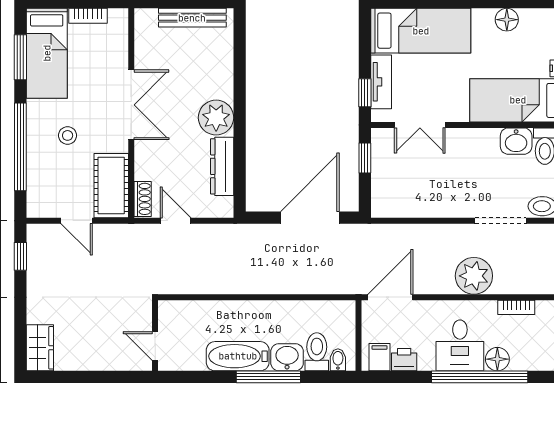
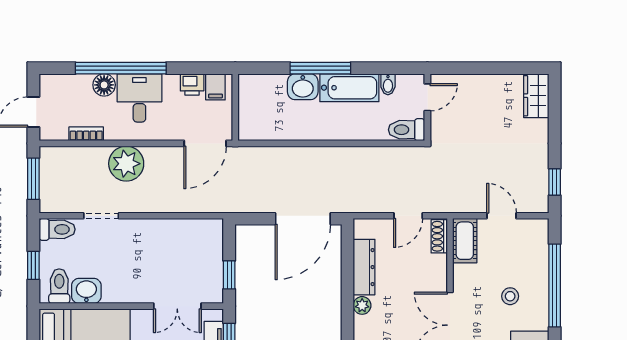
plant: (216, 118) -> (362, 305), width x0.53, depth x0.53
double door: (420, 125) -> (177, 306), swing flipped
cot: (111, 186) -> (465, 241), width x0.73, depth x0.75
door: (310, 218) -> (303, 219), moved
door: (176, 221) -> (408, 216), hinge flipped
doorway: (501, 221) -> (101, 216), width x0.73
door: (155, 346) -> (427, 97), hinge flipped
toilet: (317, 352) -> (407, 130), moved, turned 90
bidet: (338, 360) -> (388, 84), moved

